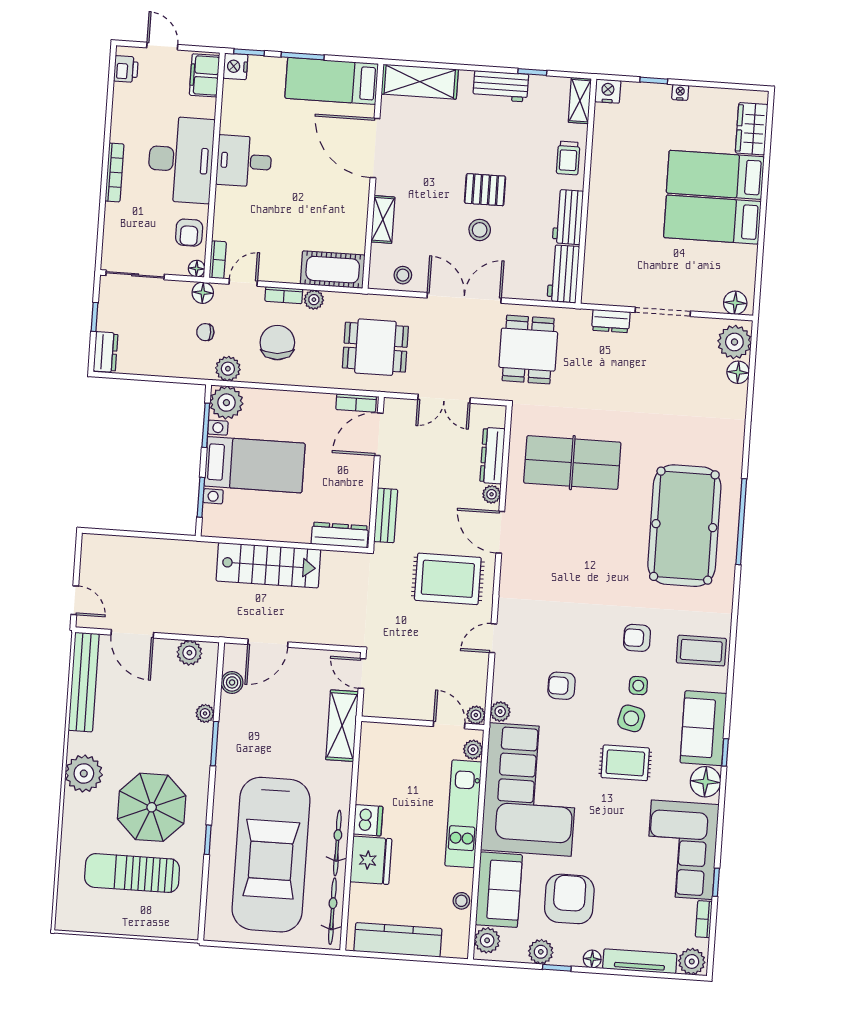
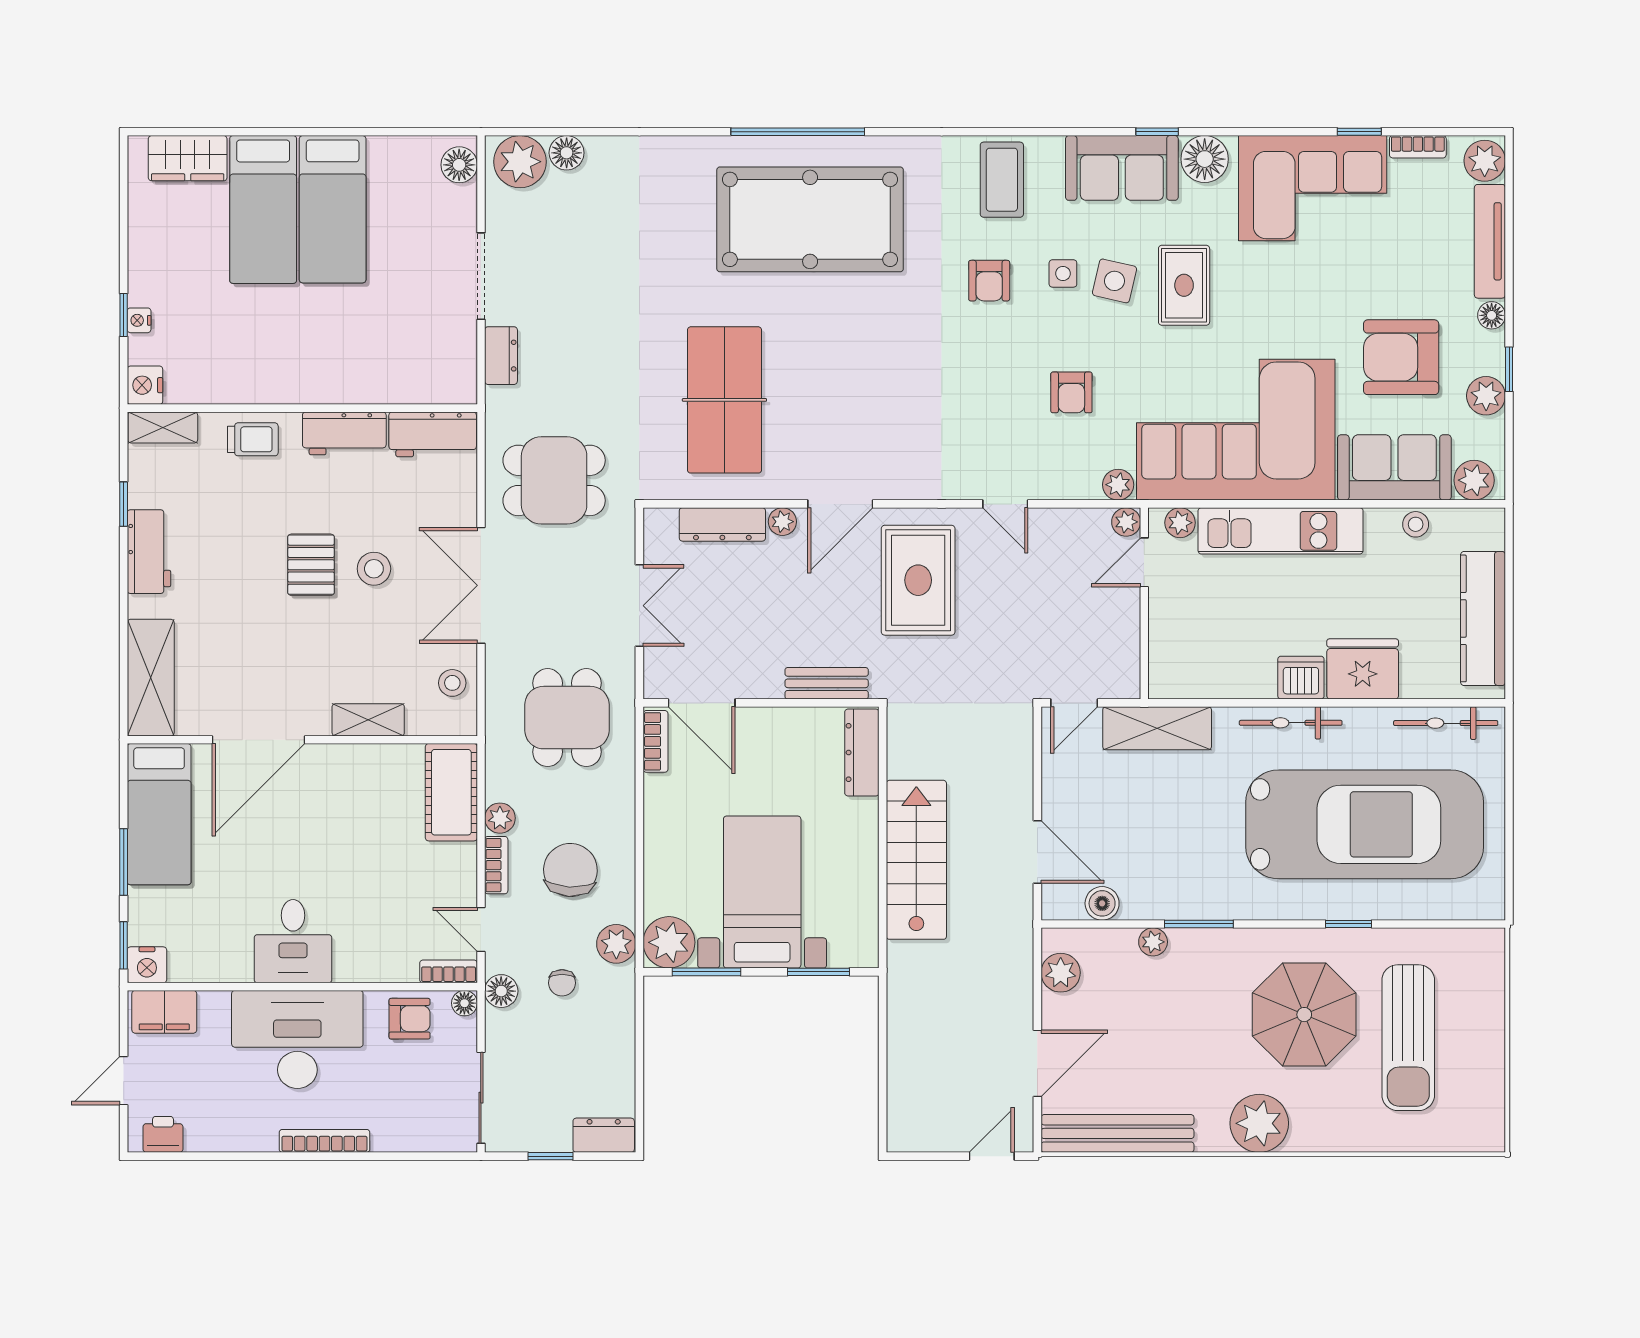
nightstand: (680, 92) -> (139, 320), moved
chair: (277, 343) -> (570, 870), turned 97
bicycle: (337, 843) -> (1291, 723), moved

